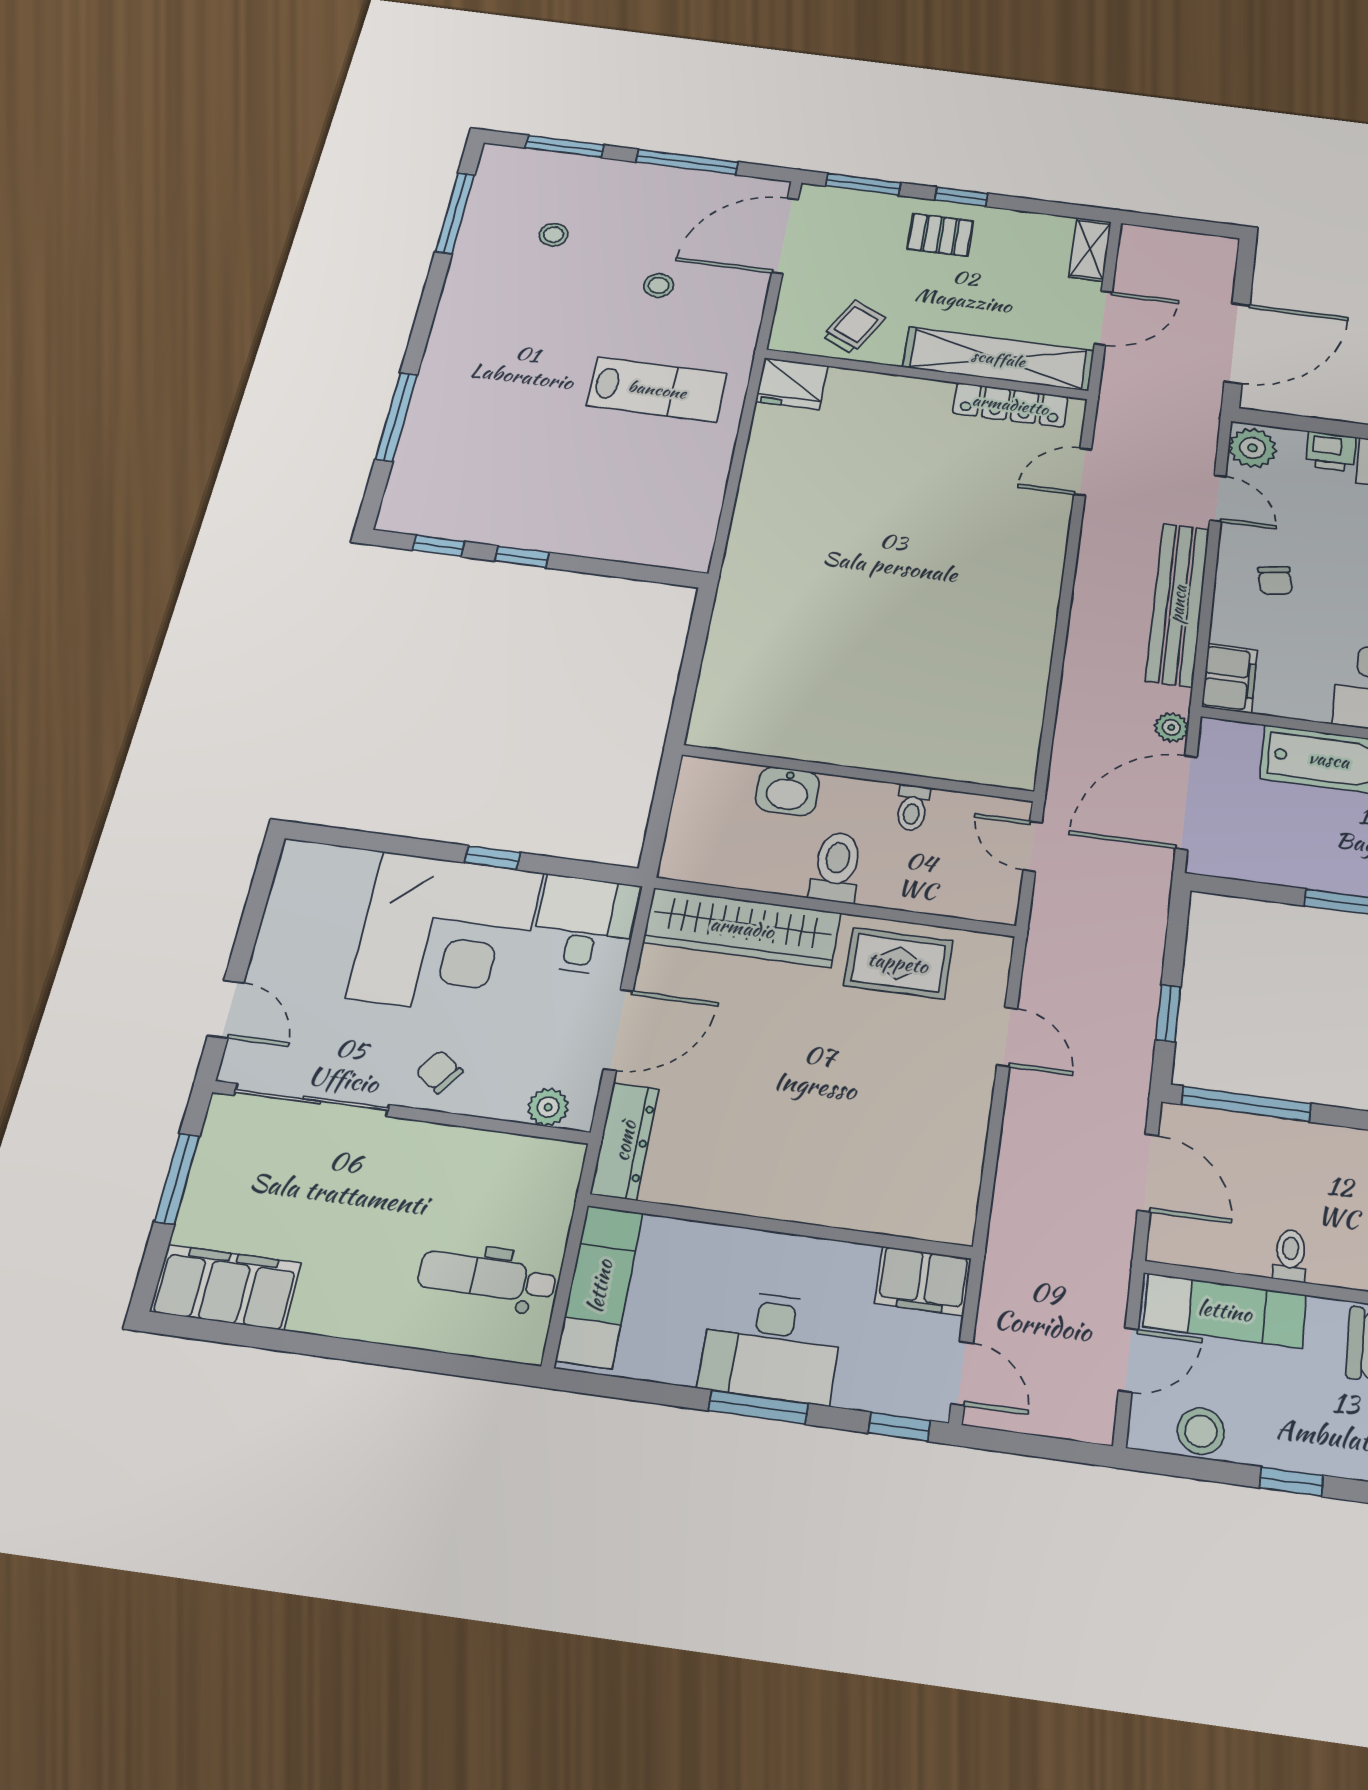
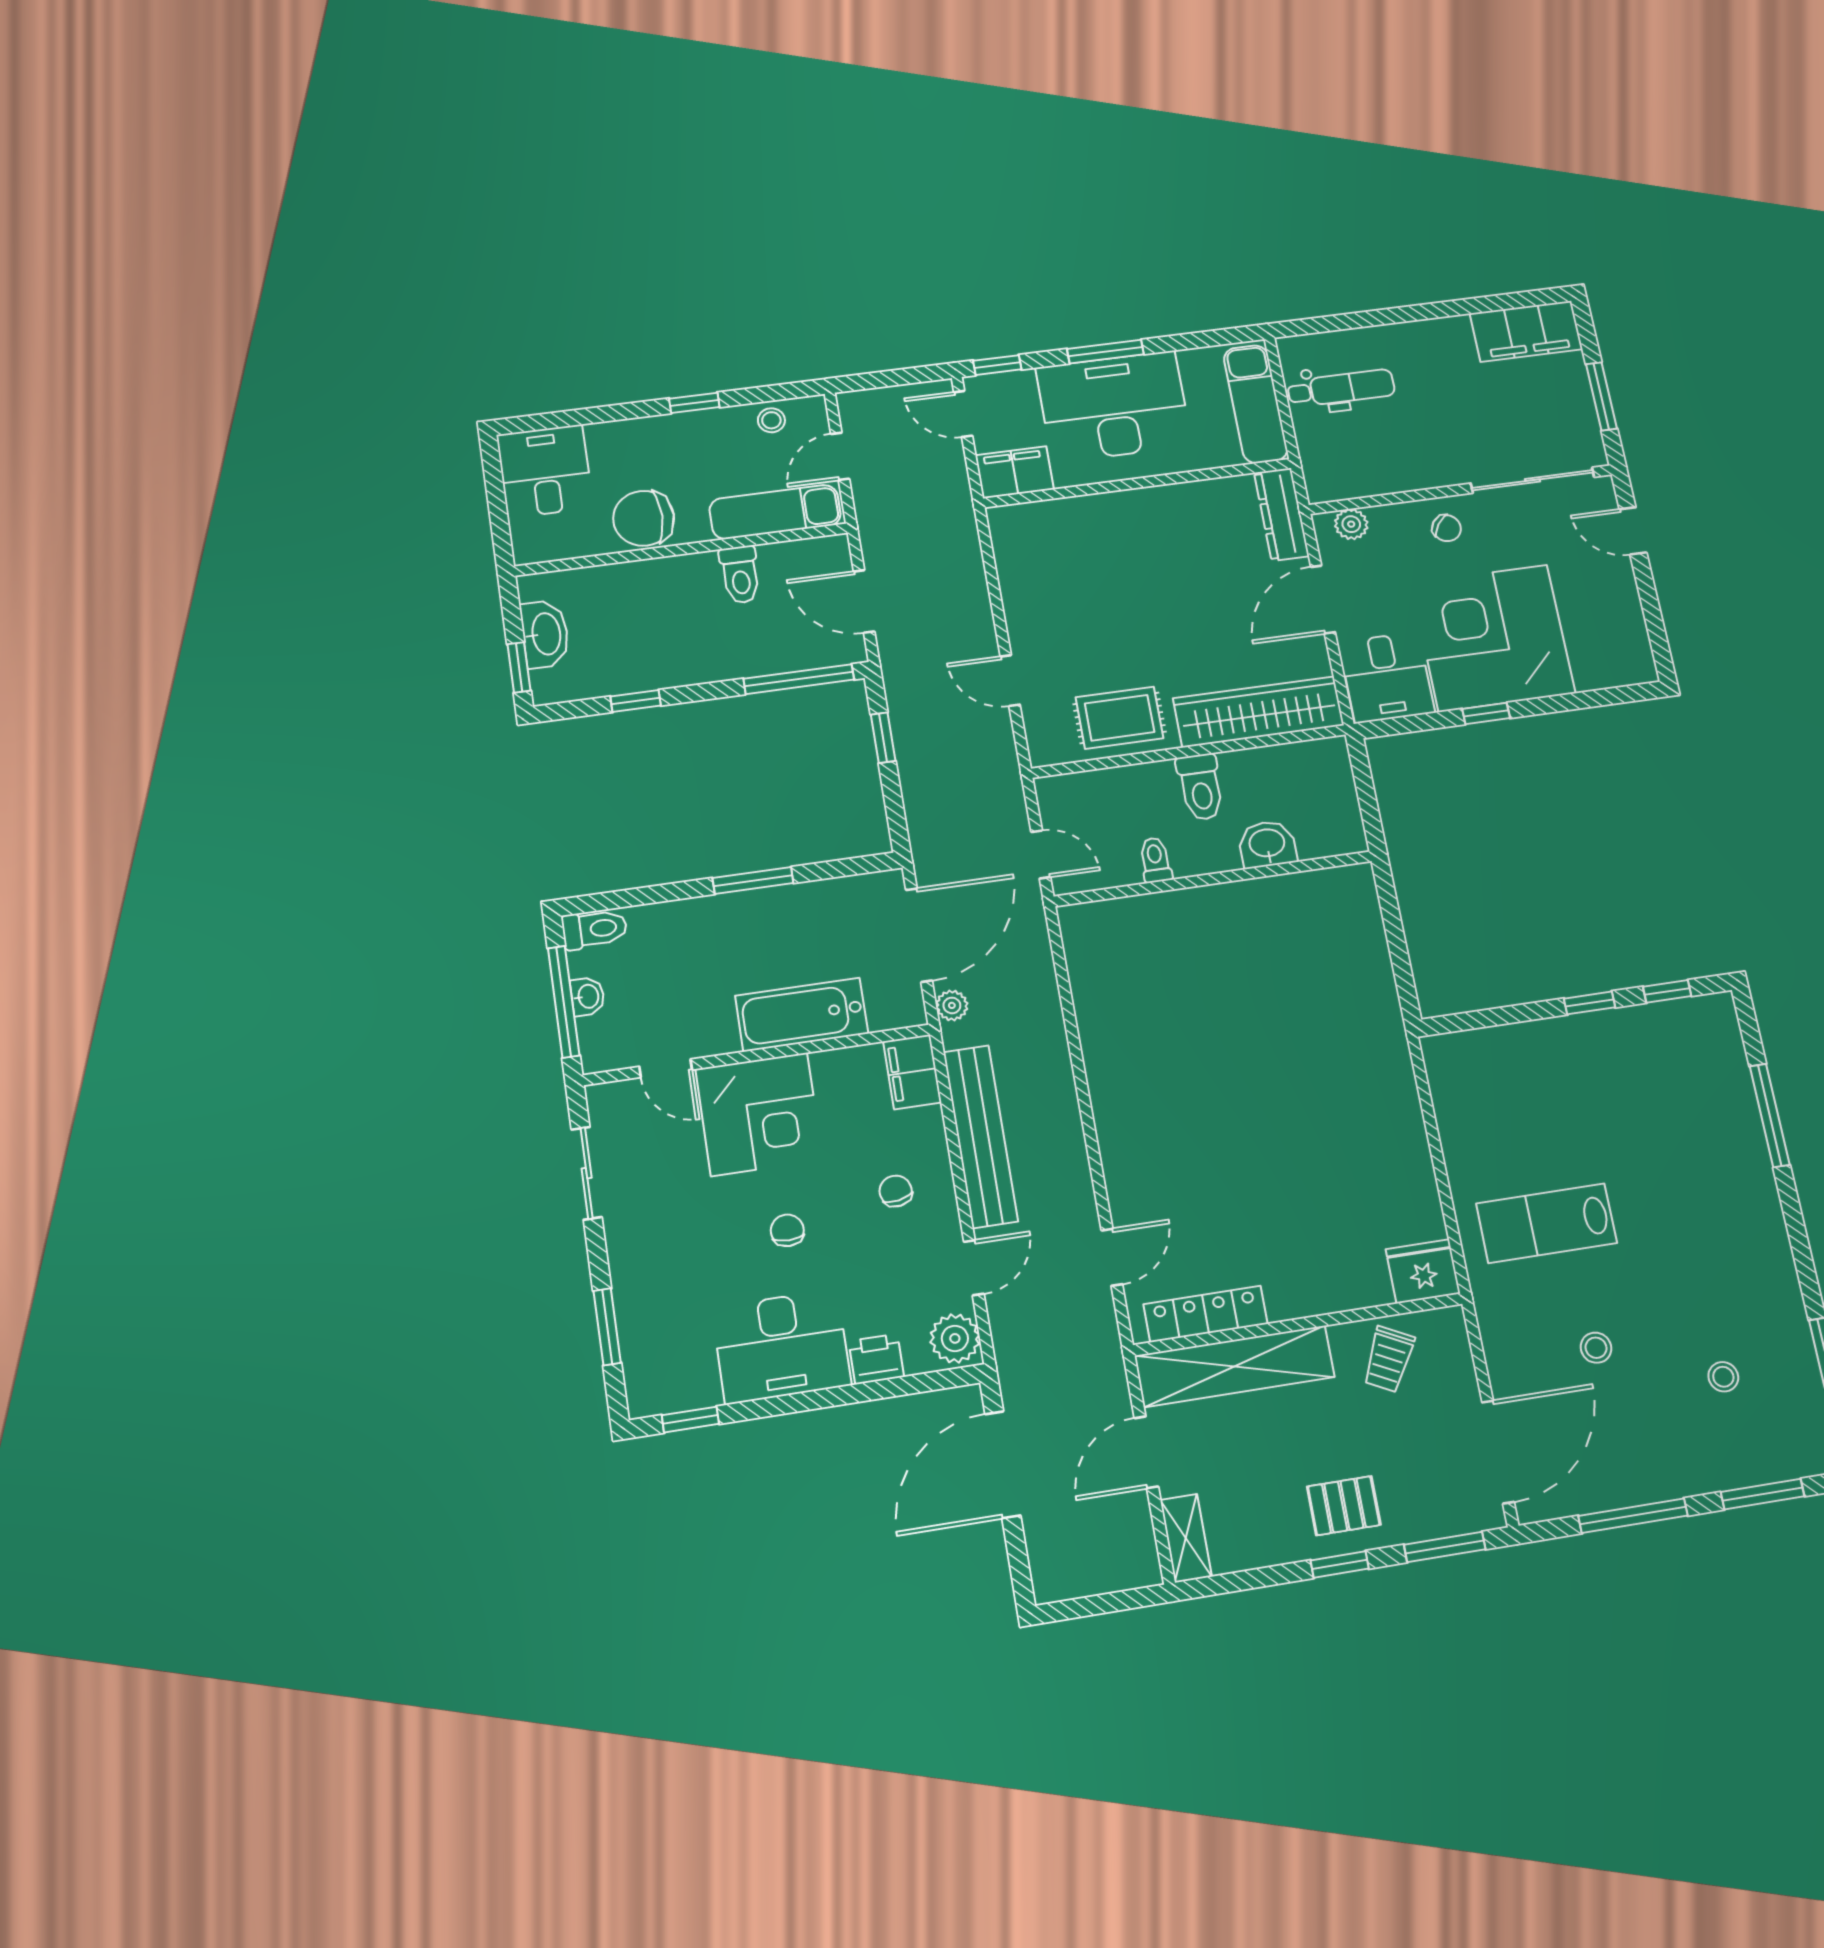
door: (1218, 498) -> (974, 1268), swing flipped
toilet: (1290, 1255) -> (740, 575), width x1.37, depth x1.39
desk: (771, 1346) -> (1114, 407), width x1.36, depth x1.30
stool: (1201, 1431) -> (771, 420), width x0.73, depth x0.73

